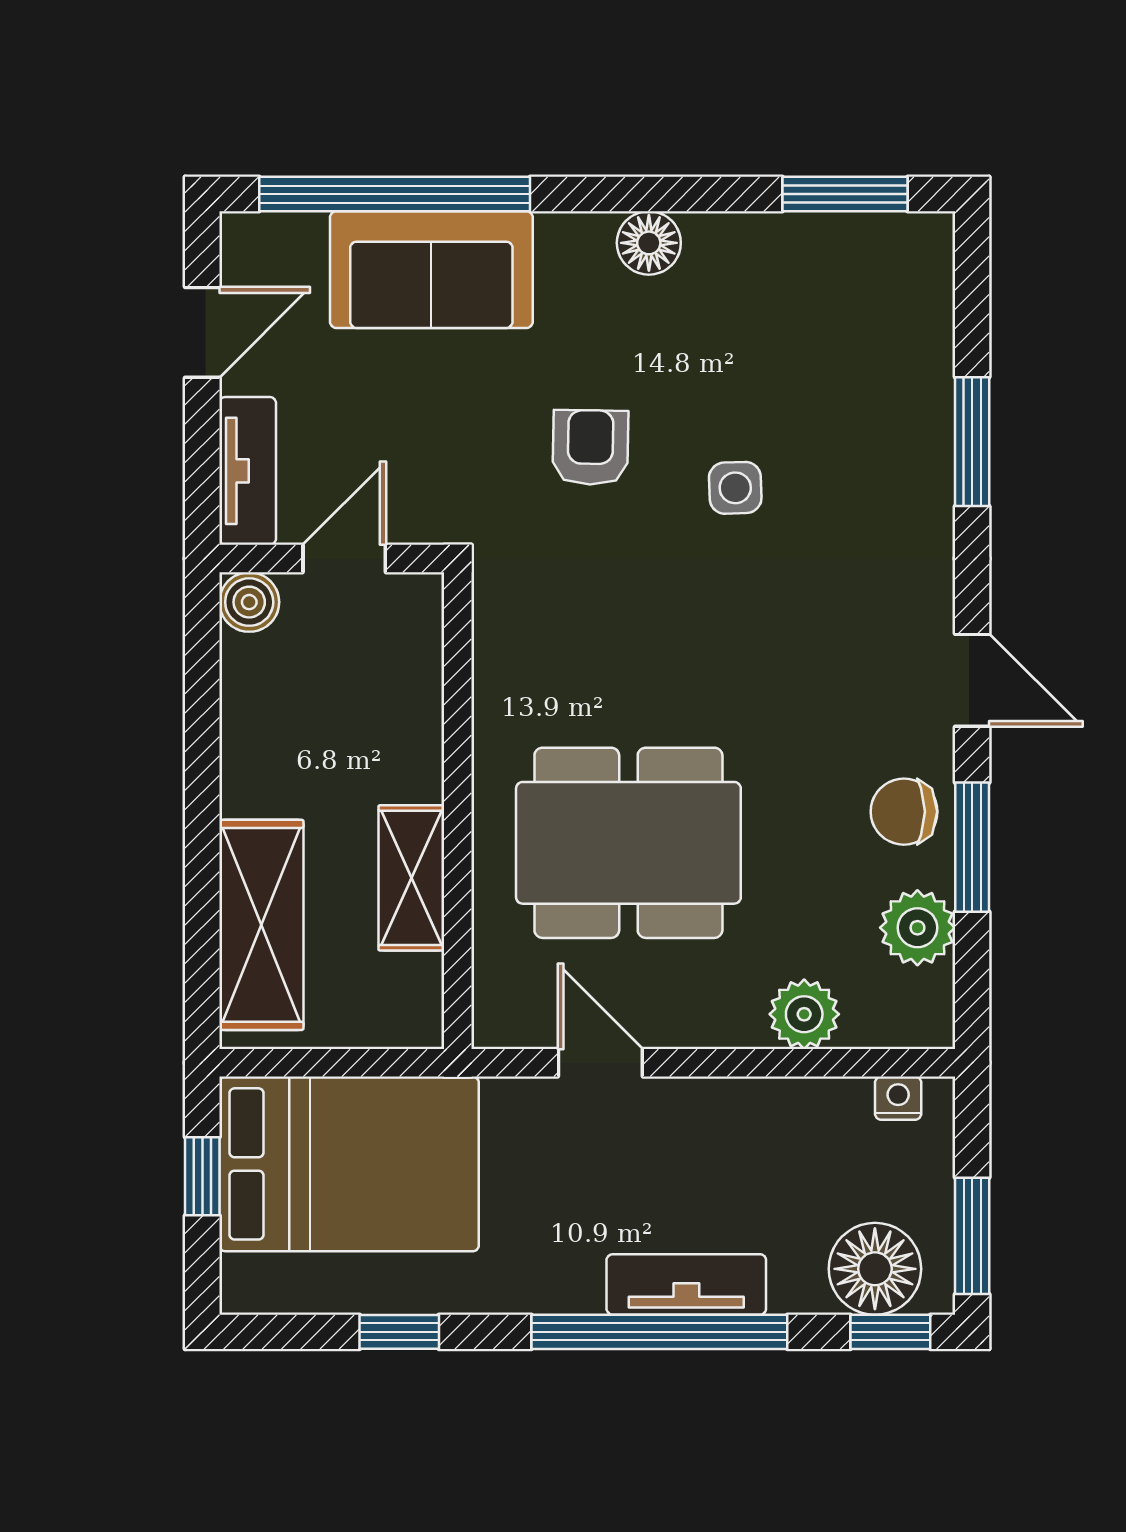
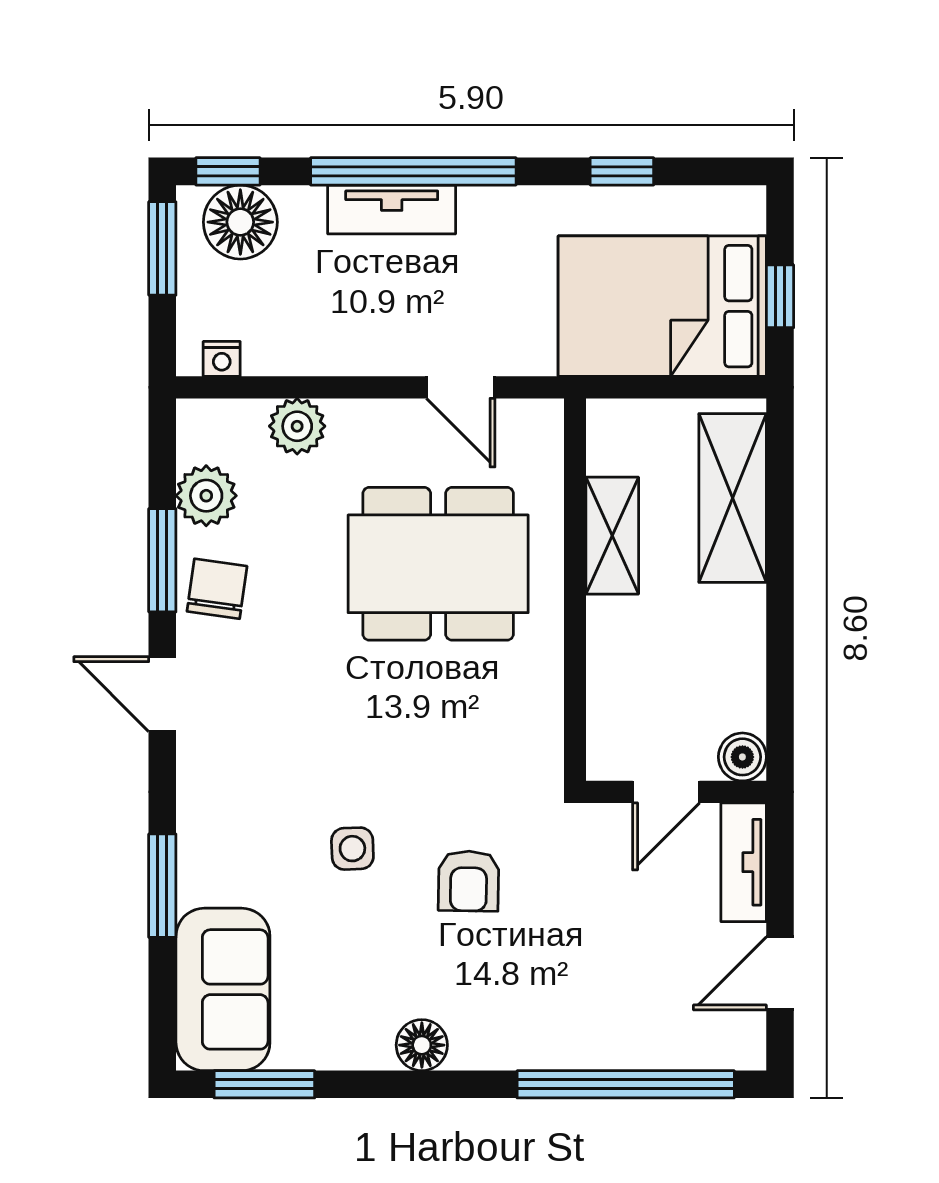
sofa: (431, 270) -> (223, 989), moved, turned 90
chair: (904, 812) -> (217, 589), turned -82

